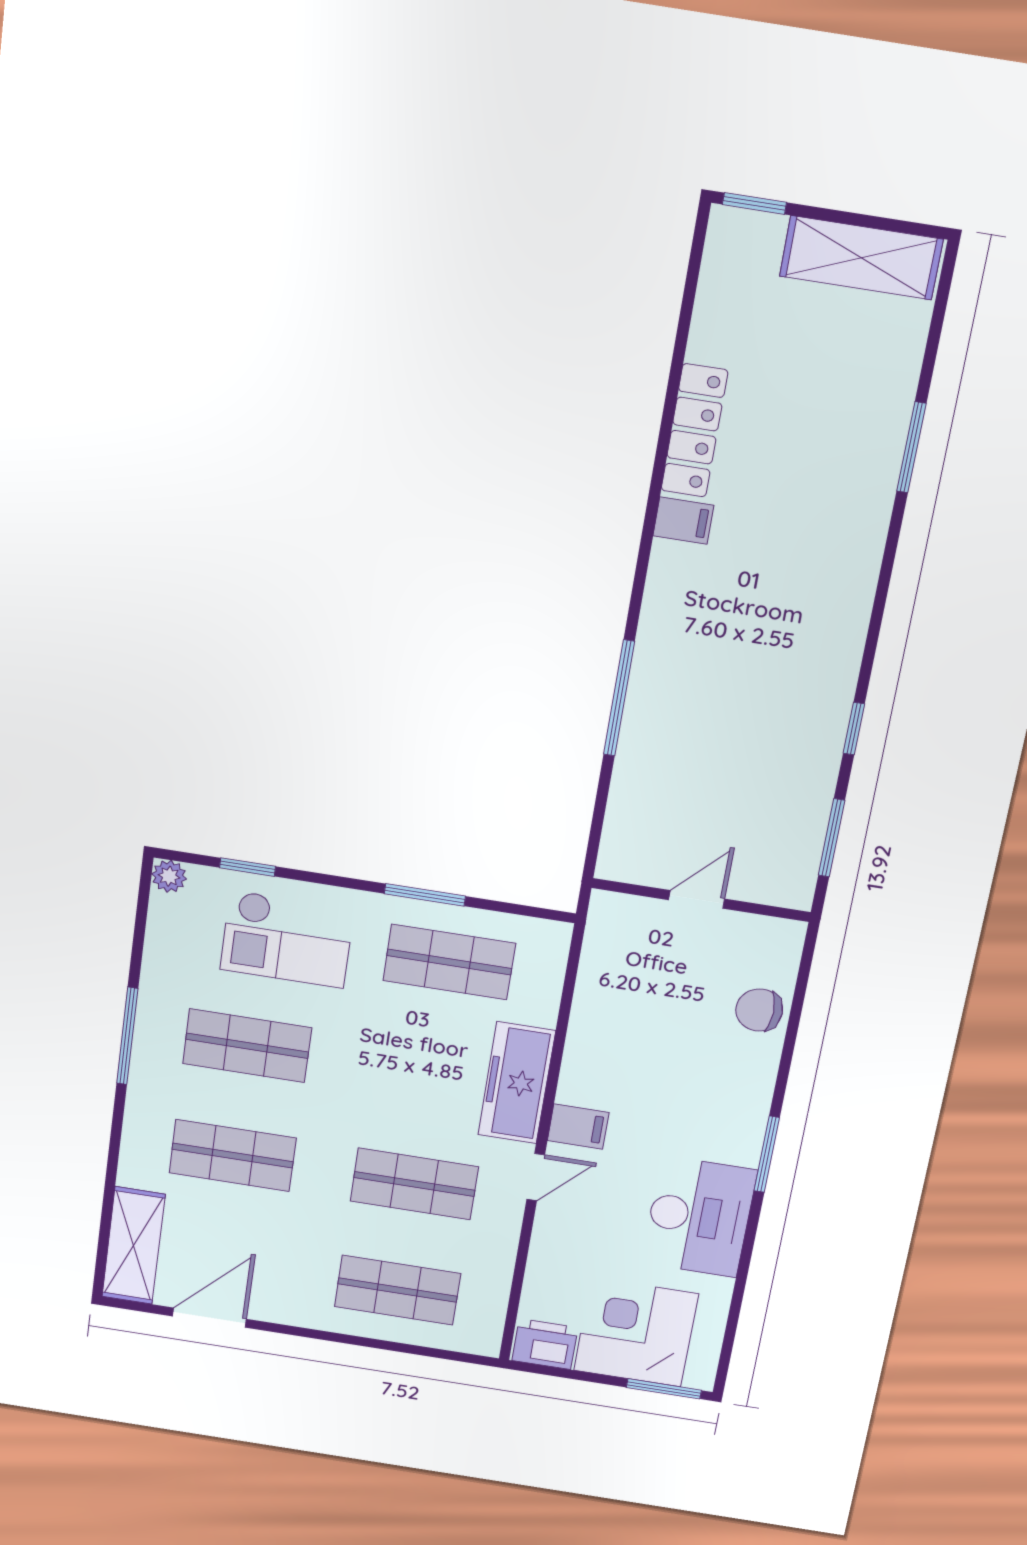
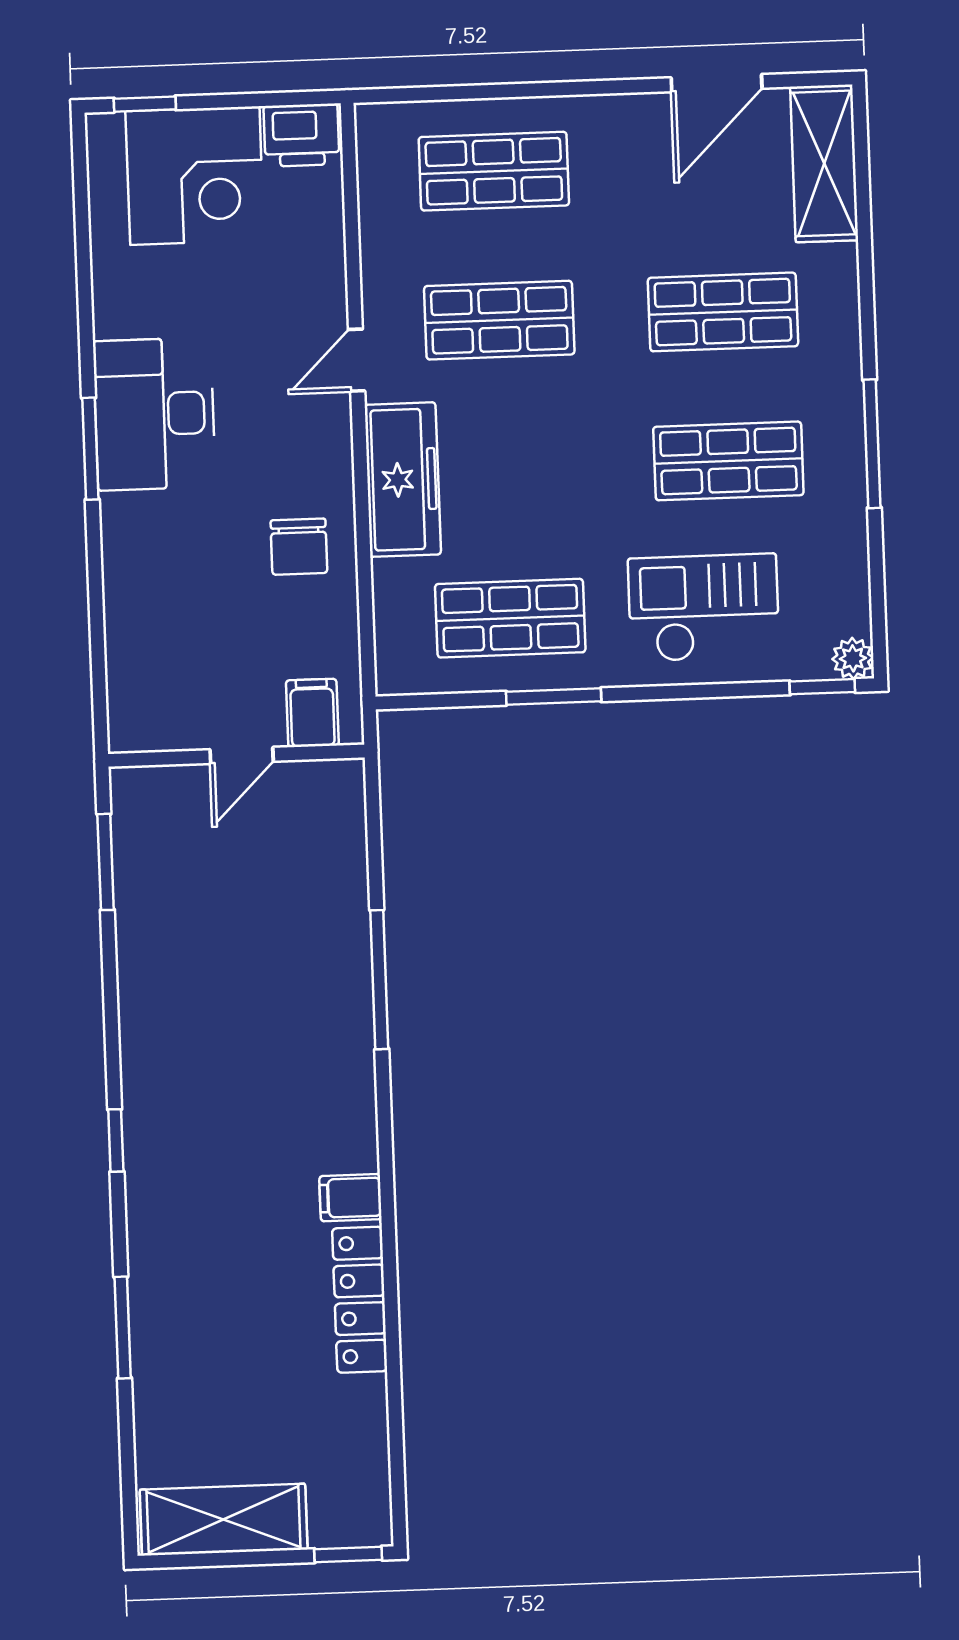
window: (854, 729) -> (116, 1140), moved
window: (248, 867) -> (822, 687), moved
chair: (759, 1010) -> (299, 547), moved, turned 90
filing cabinet: (578, 1127) -> (312, 713), moved, turned 90
desk: (699, 1217) -> (154, 414), moved
window: (664, 1389) -> (145, 104), width x0.67

